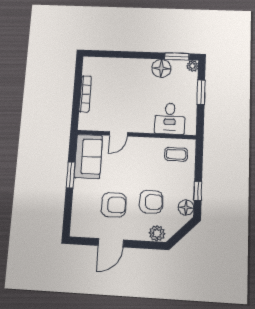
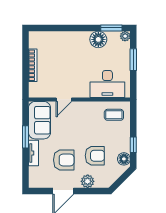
desk: (170, 118) -> (107, 84), width x1.37
tv unit: (79, 194) -> (34, 153), added
plant: (157, 233) -> (88, 181), moved

